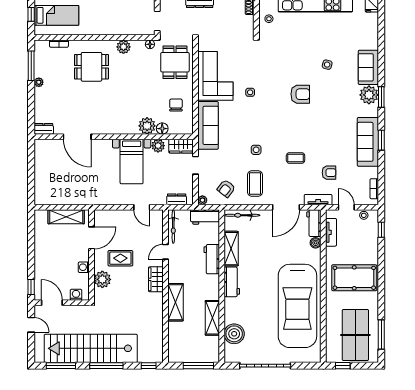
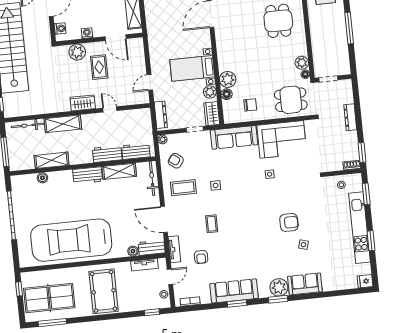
plant: (123, 47) -> (302, 63), moved
armchair: (300, 94) -> (289, 222), moved, turned -90
dresser: (177, 199) -> (161, 115), width x1.44
workbench: (205, 217) -> (136, 151), moved, turned 90
bicycle: (173, 227) -> (28, 125), moved
boiler: (234, 334) -> (42, 178), width x0.54, depth x0.54

